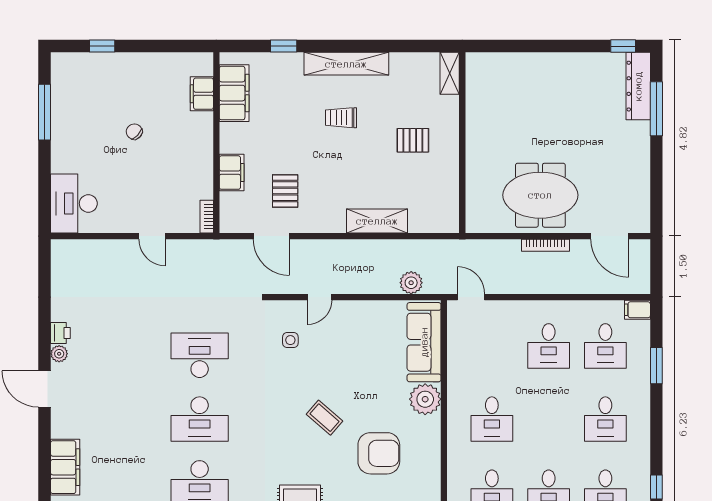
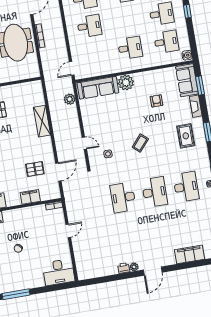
coffee table: (324, 418) -> (140, 143), moved
armchair: (379, 453) -> (156, 101), width x0.53, depth x0.53

